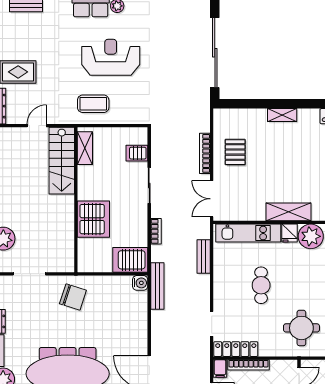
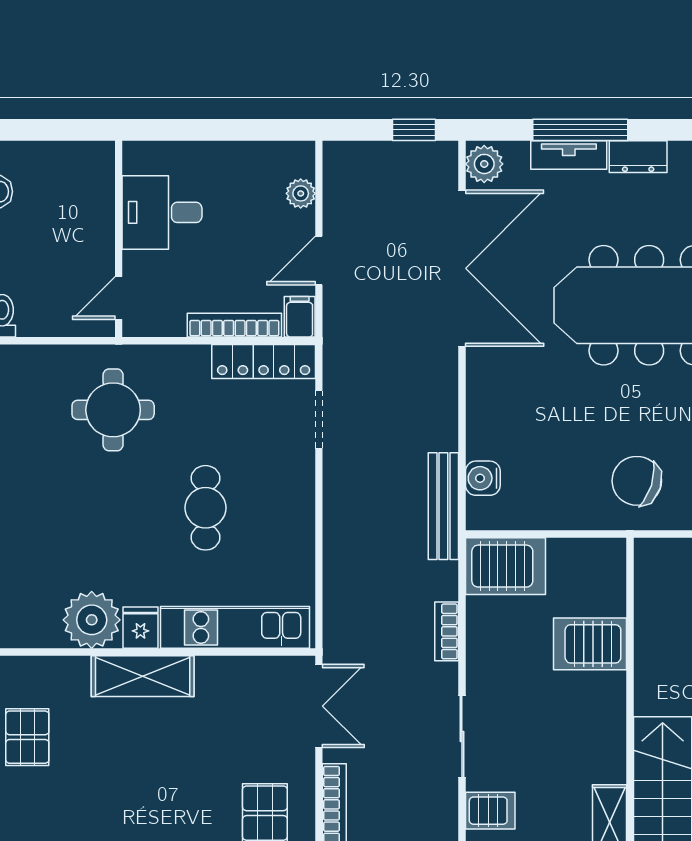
server rack: (93, 219) -> (590, 644), width x0.62
bench: (204, 257) -> (337, 574), removed
water cooler: (140, 283) -> (483, 478), moved

